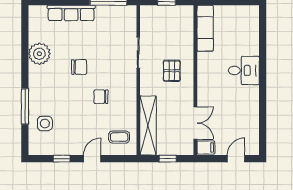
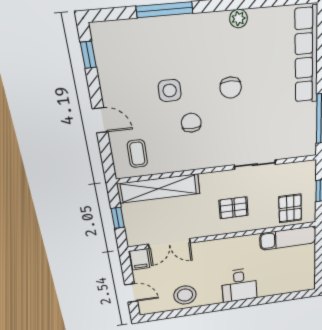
row of seats: (71, 13) -> (306, 56), width x1.36
pallet: (179, 26) -> (290, 208), added
plant: (39, 54) -> (239, 19), width x0.53, depth x0.53
stool: (246, 116) -> (185, 295), added
side table: (45, 123) -> (170, 91), moved
window: (62, 159) -> (88, 55), moved

